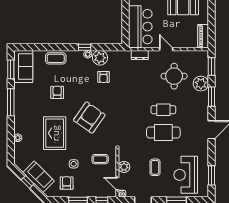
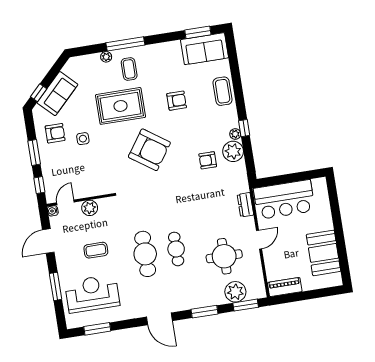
plant: (201, 84) -> (235, 292), moved
window: (11, 102) -> (125, 44), moved
coffee table: (100, 159) -> (129, 69), moved
window: (28, 182) -> (39, 93), moved

